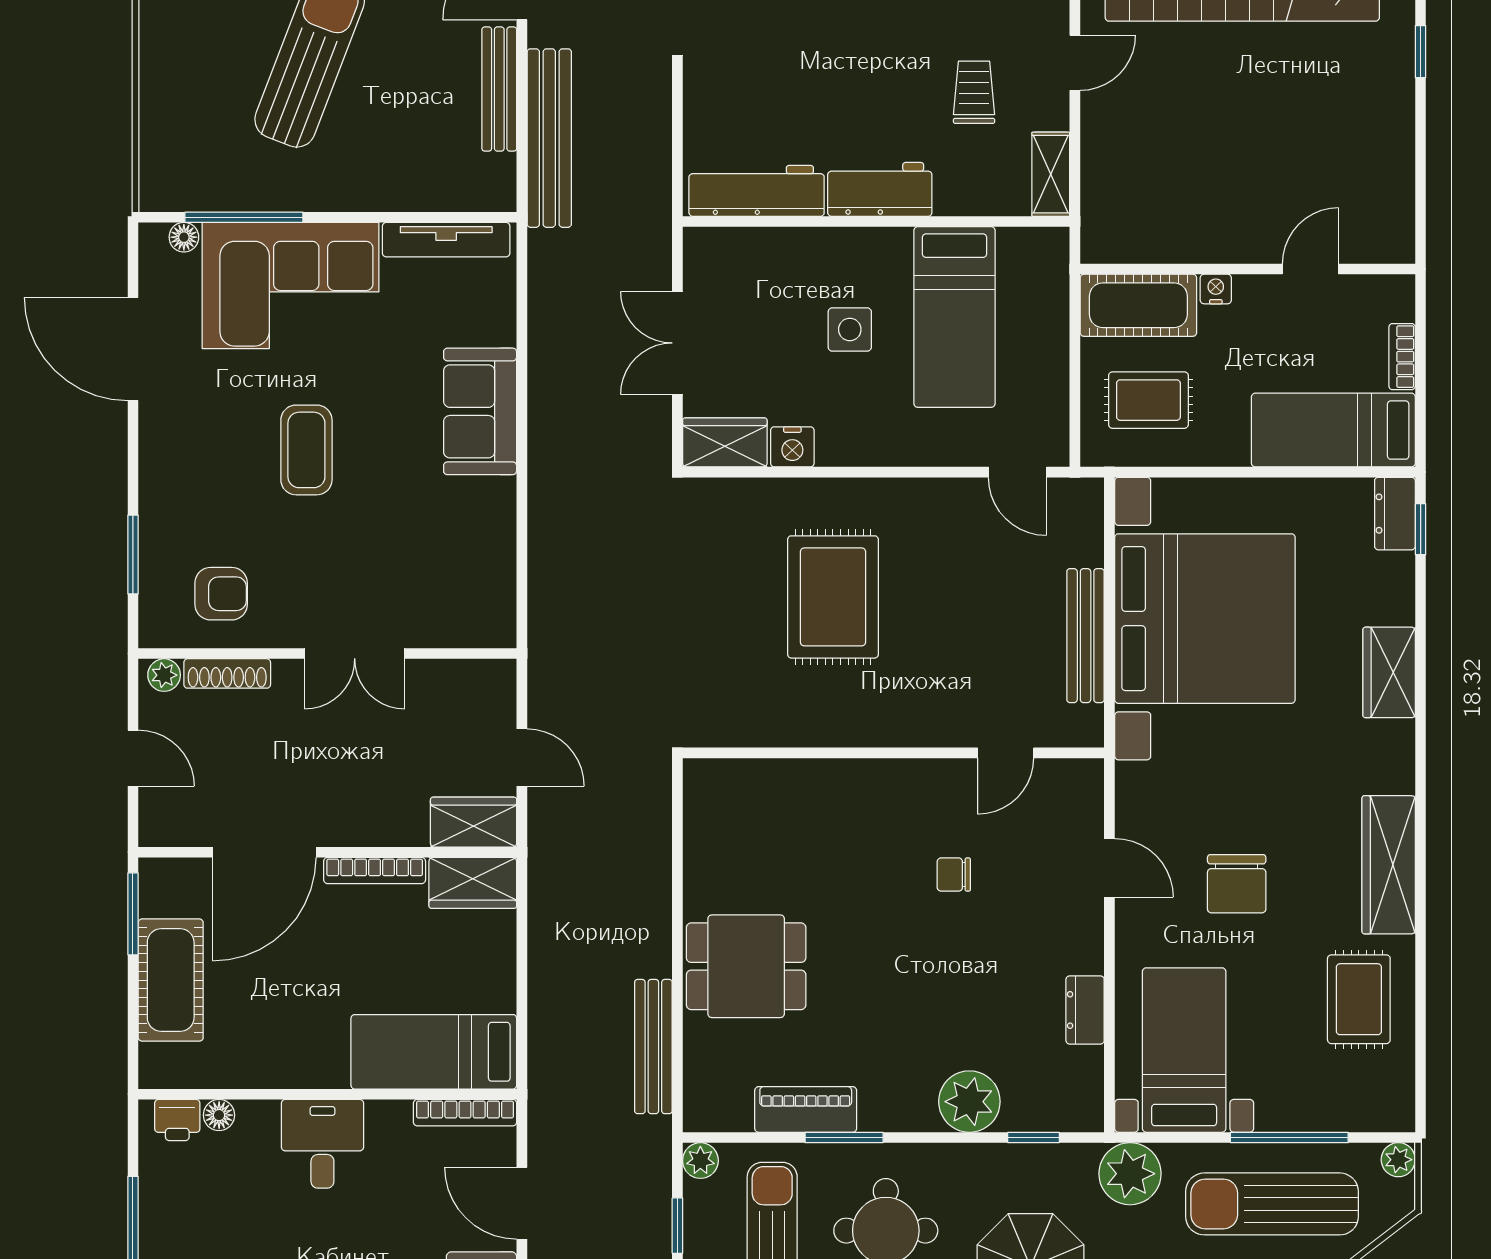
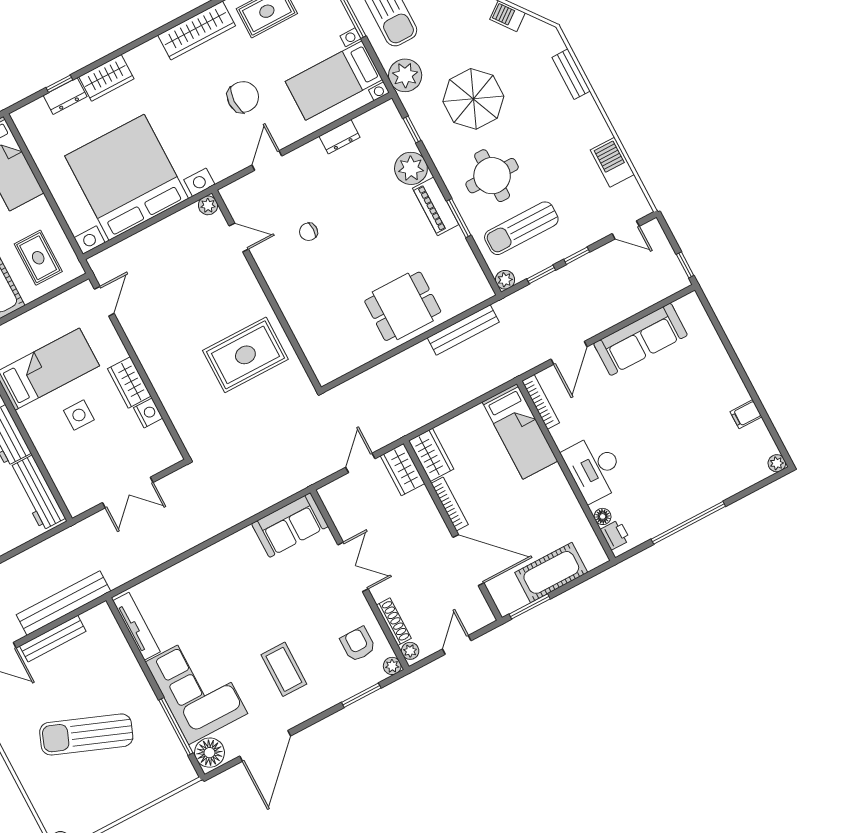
floor lamp: (184, 237) -> (209, 753), width x1.89, depth x1.89
sofa: (480, 411) -> (290, 525), moved
wardrobe: (725, 442) -> (129, 382), moved
coffee table: (306, 450) -> (284, 669), moved, turned 90
dresser: (1395, 514) -> (65, 96), moved
window: (1421, 529) -> (59, 84), moved
rug: (833, 597) -> (245, 355), moved
plant: (155, 632) -> (392, 666), added
bench: (1086, 636) -> (164, 229), removed
plant: (1086, 730) -> (208, 205), added
chair: (954, 875) -> (308, 232), turned 90
dining table: (746, 966) -> (403, 306), turned 90
piano: (806, 1109) -> (436, 206), moved
desk: (322, 1144) -> (594, 468), width x1.37

